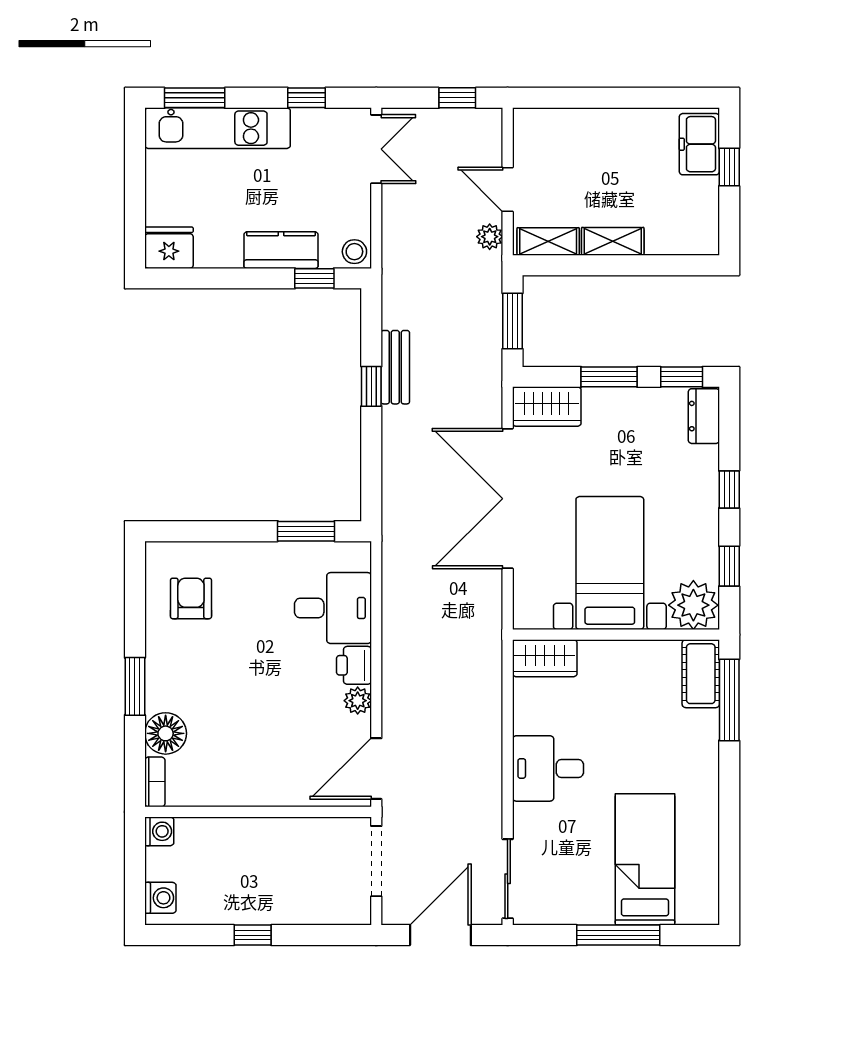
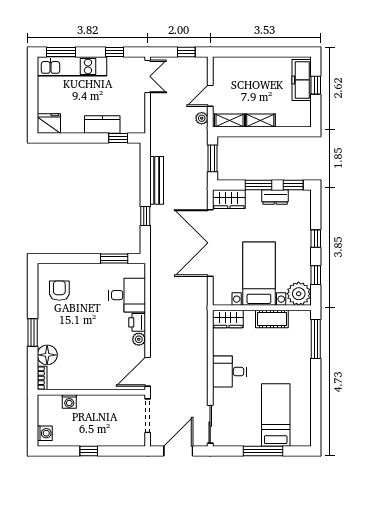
freezer: (699, 144) -> (302, 80), width x1.40
door: (508, 190) -> (210, 96), hinge flipped
stool: (354, 252) -> (137, 125), removed
bench: (395, 367) -> (157, 180), width x1.36
window: (371, 386) -> (145, 216), moved
dresser: (704, 416) -> (275, 197), moved, turned -90
cot: (701, 674) -> (272, 319), moved, turned 90
washing machine: (159, 831) -> (69, 402), moved, turned 90

